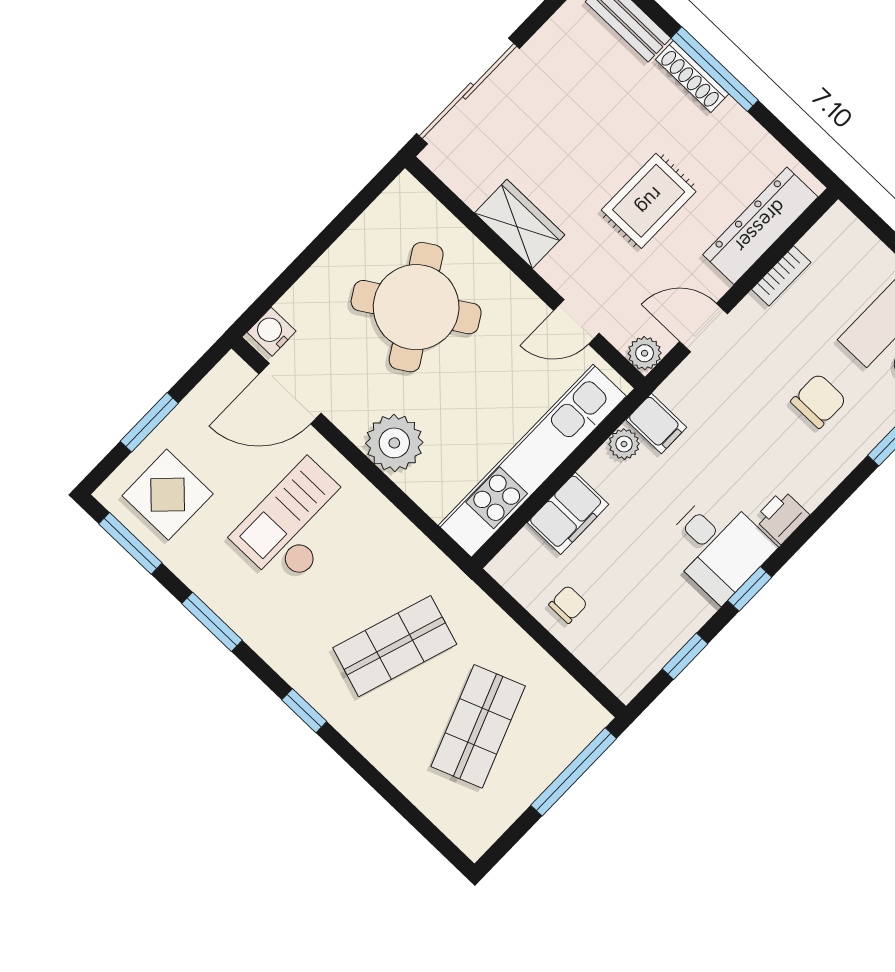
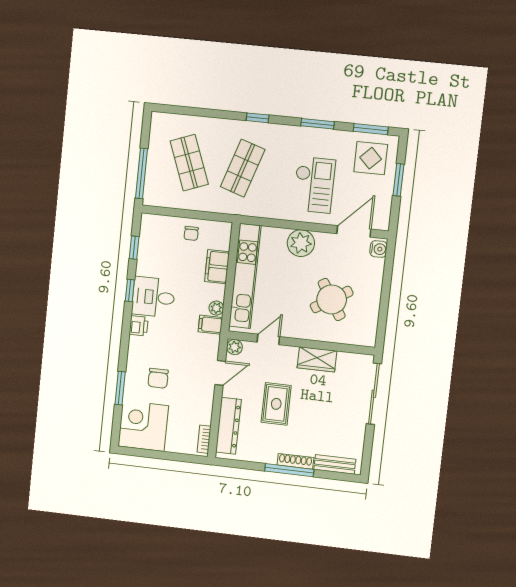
bookcase: (781, 276) -> (204, 439), moved
round table: (416, 307) -> (332, 299), width x0.73, depth x0.73

